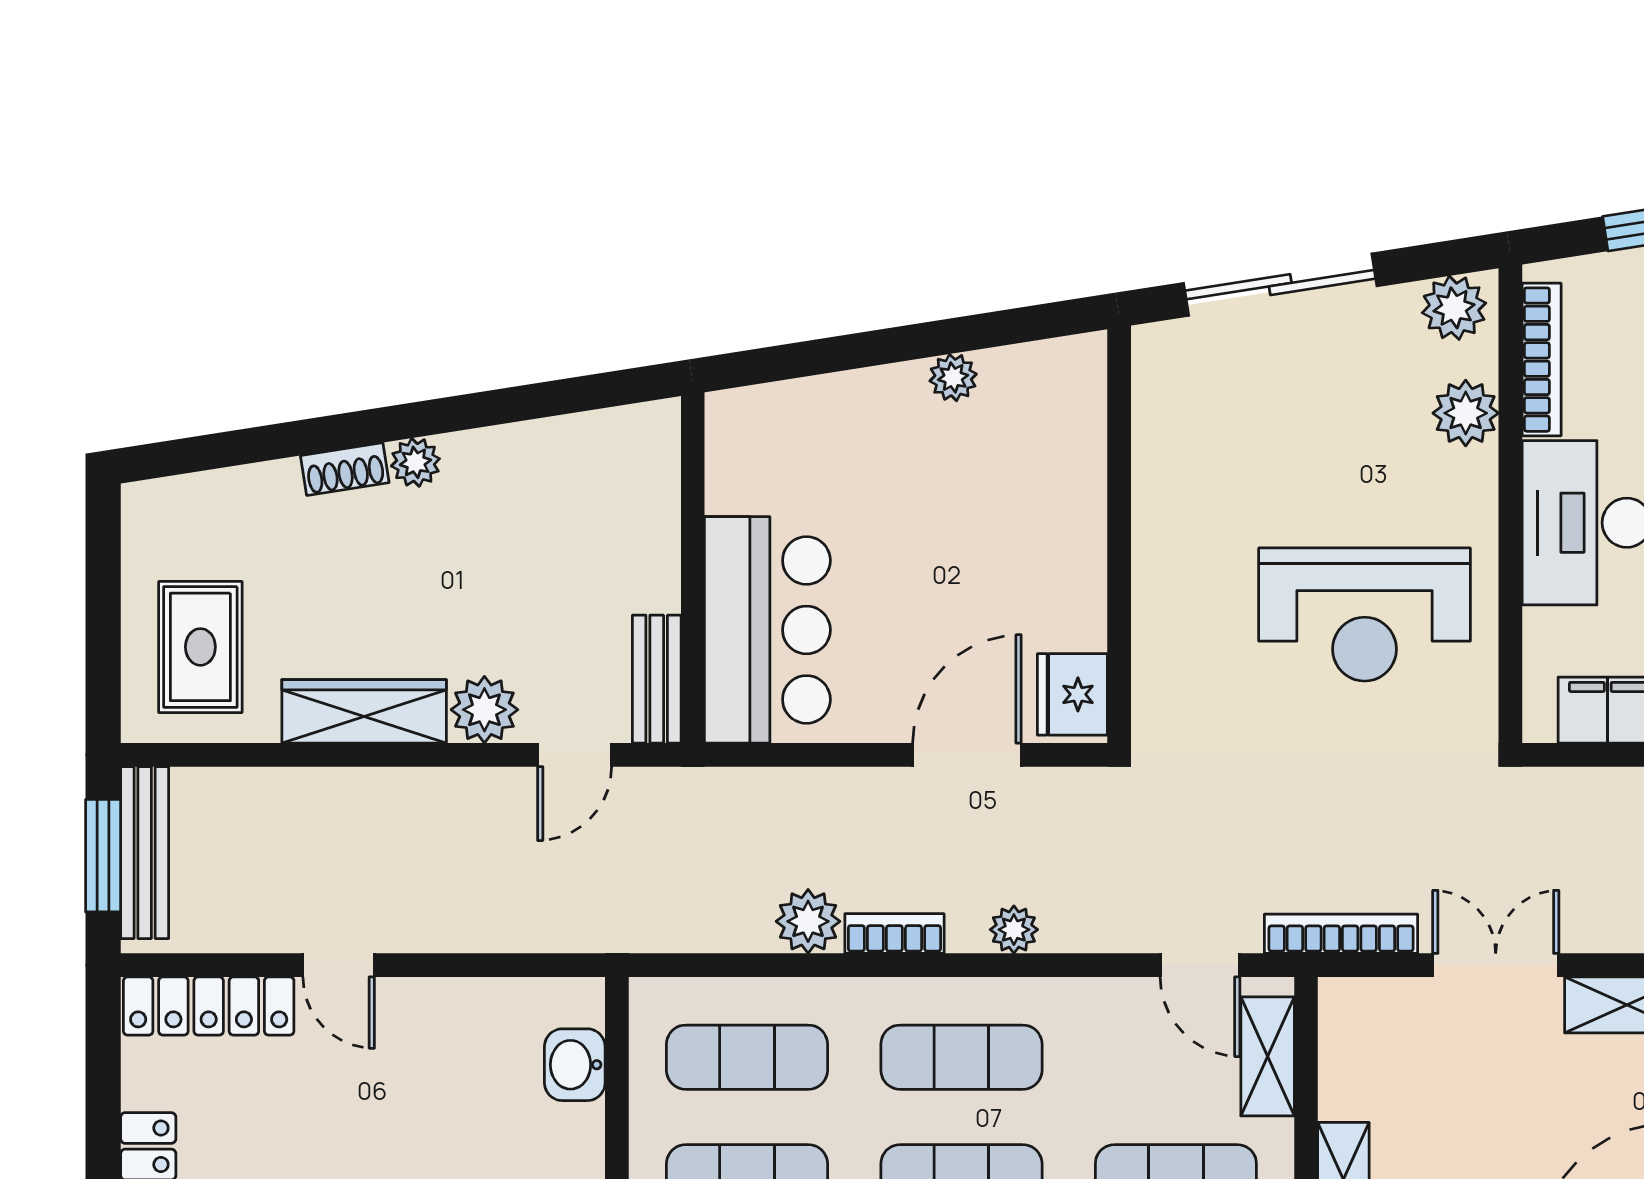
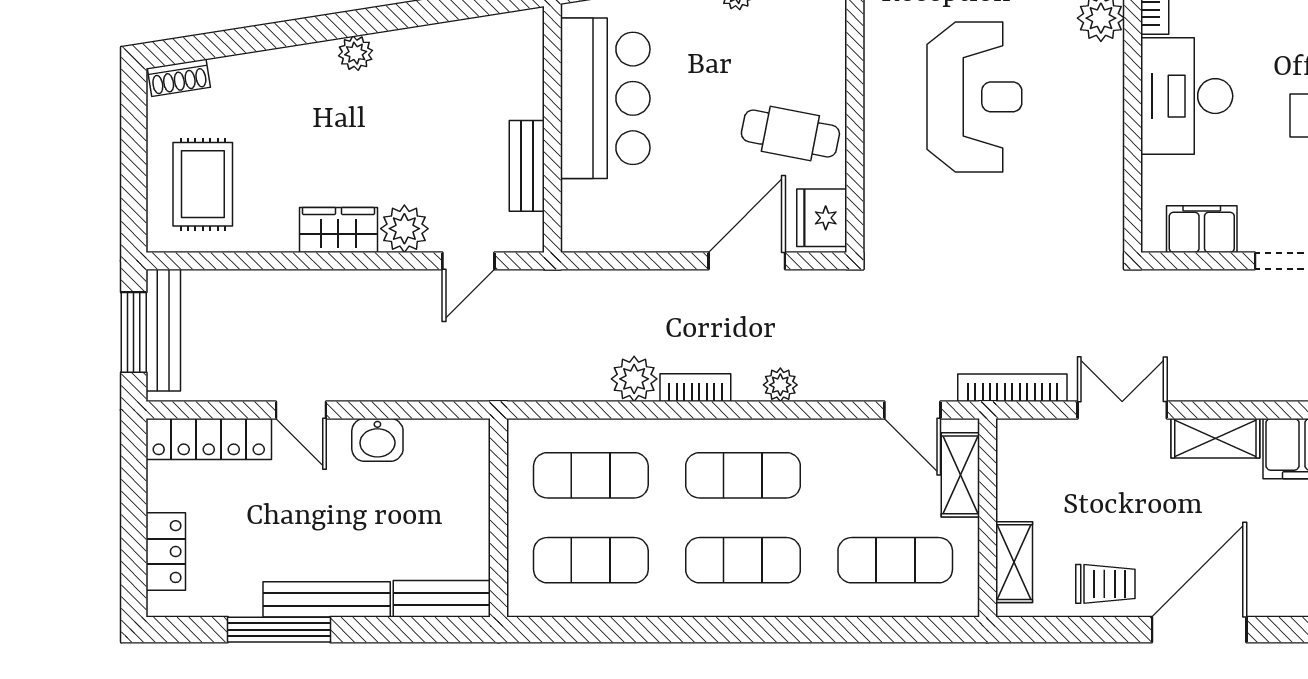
shoe rack: (345, 469) -> (179, 78), moved
cafe table: (1028, 576) -> (790, 134), added
reception desk: (1365, 615) -> (974, 97), moved, turned -90
bar counter: (767, 630) -> (605, 98), moved
bench: (657, 679) -> (527, 166), moved
wardrobe: (364, 711) -> (338, 230), width x0.67
washbasin: (575, 1065) -> (377, 440), moved, turned -90

